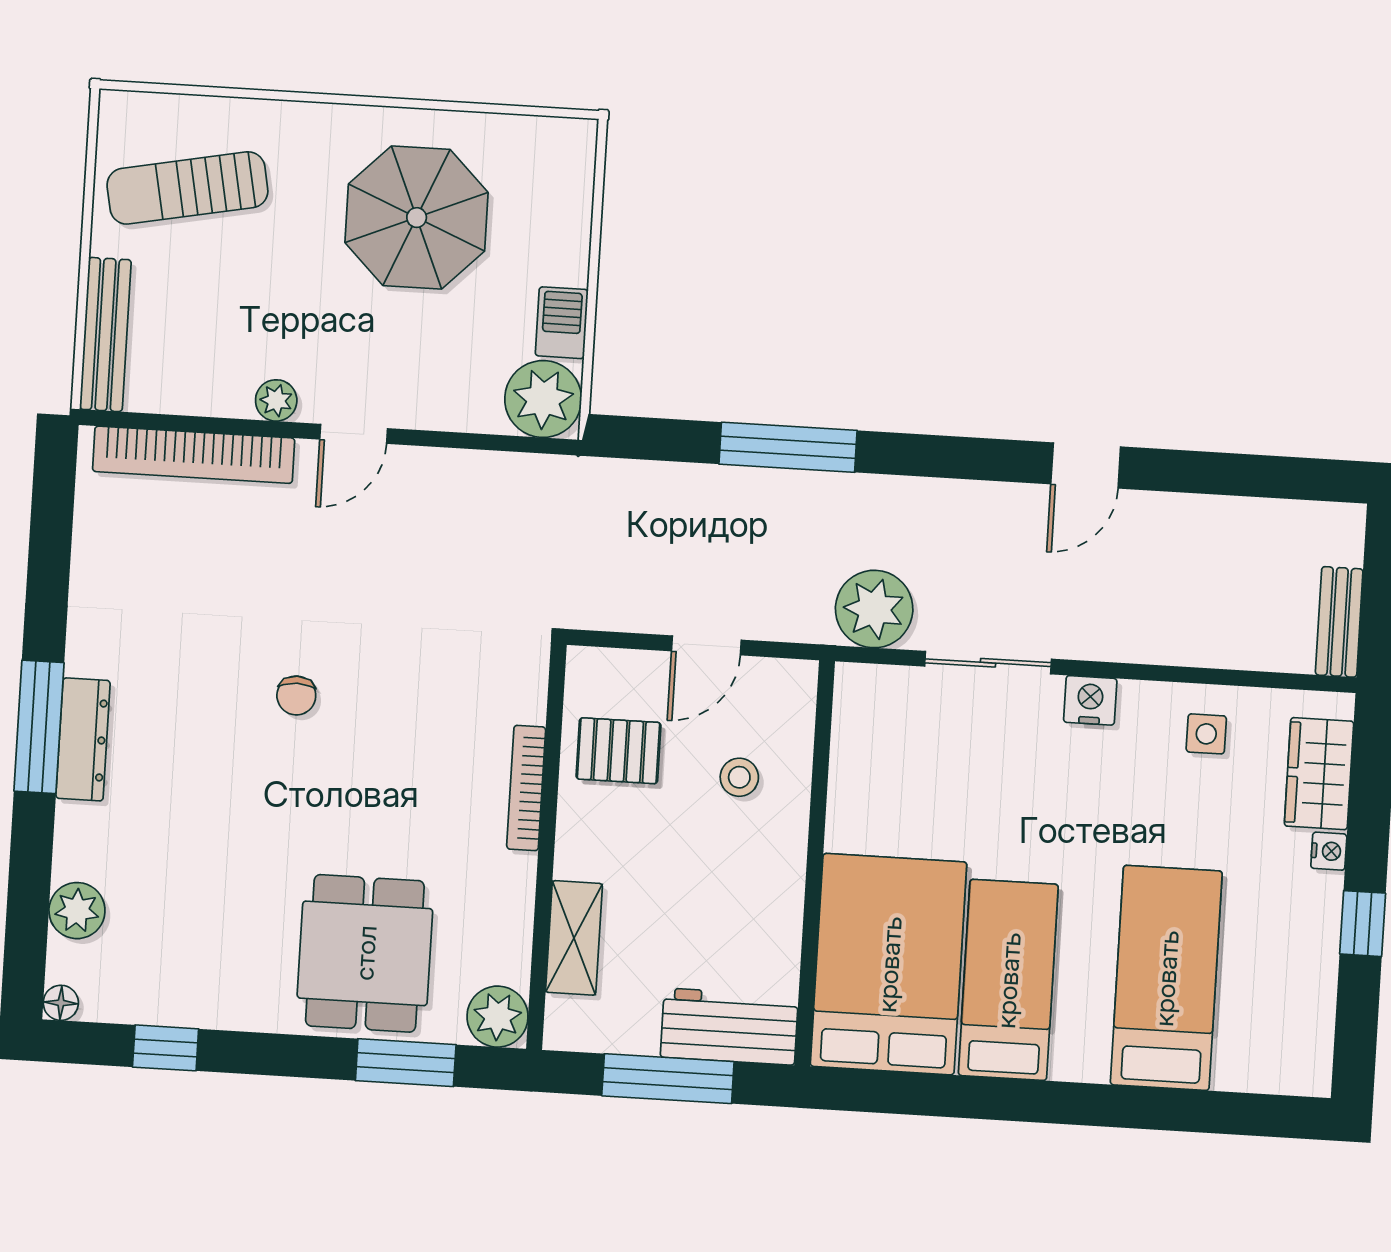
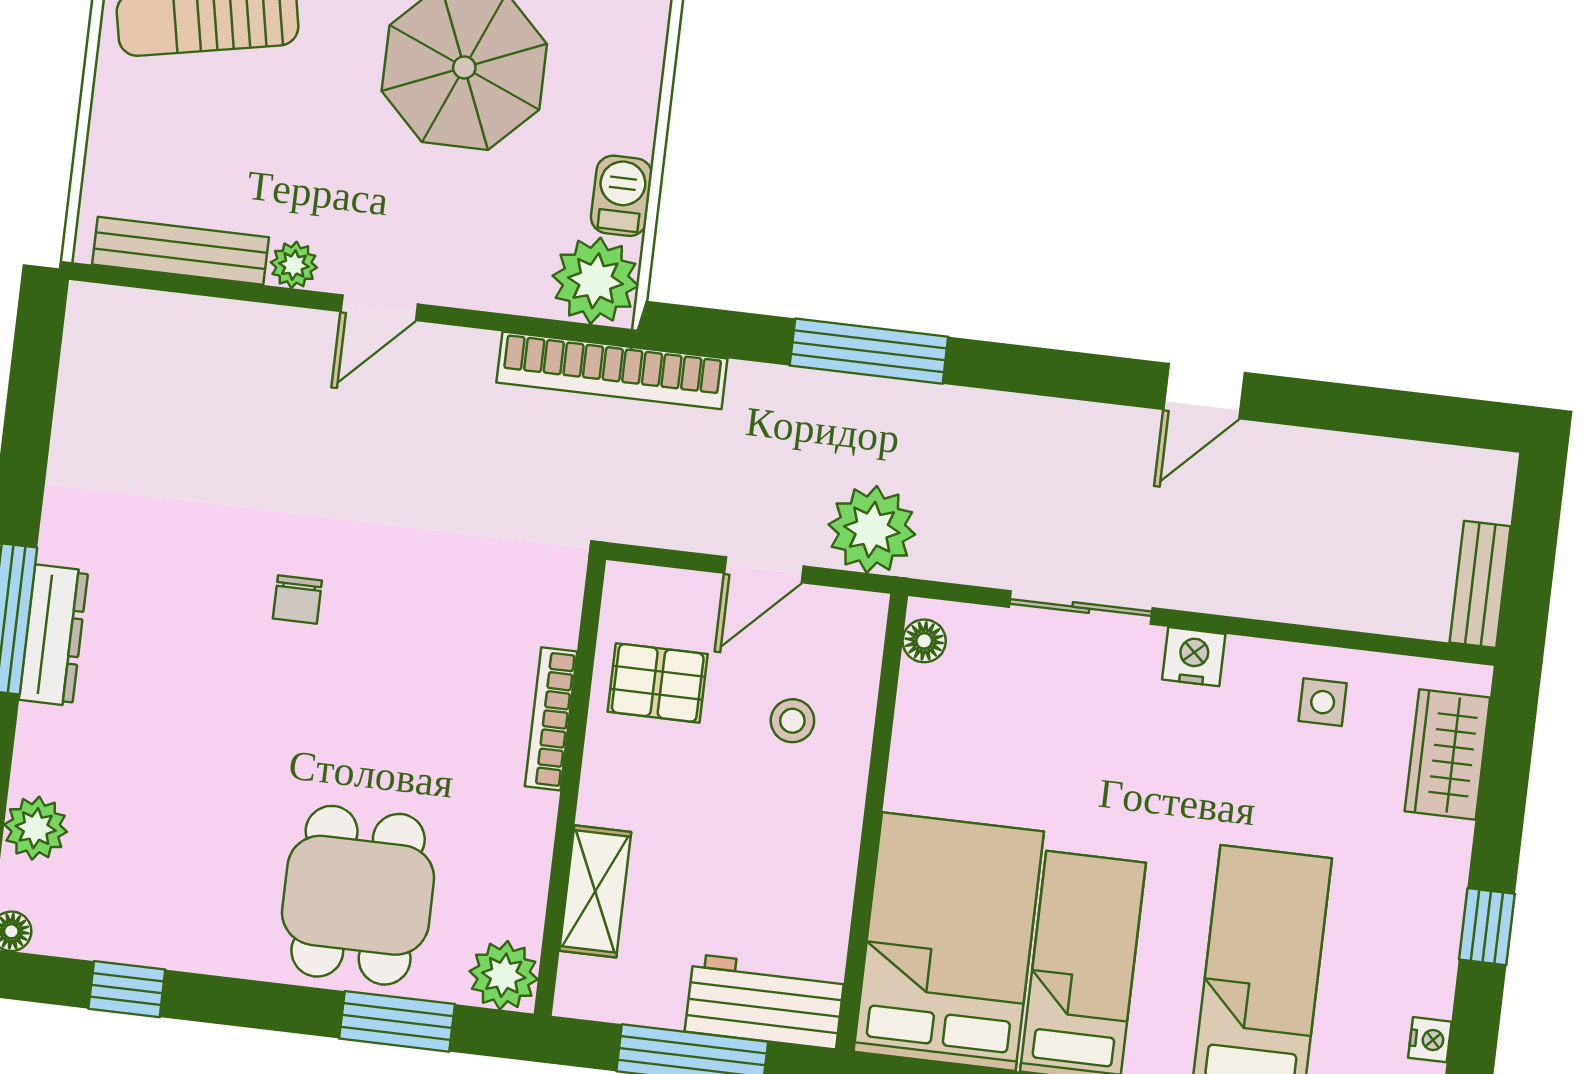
bench: (105, 335) -> (180, 251), moved, turned 90
bookcase: (194, 455) -> (612, 370), moved
plant: (874, 609) -> (872, 529), moved
floor lamp: (852, 700) -> (924, 641), added
nightstand: (1329, 851) -> (1430, 1040), moved

